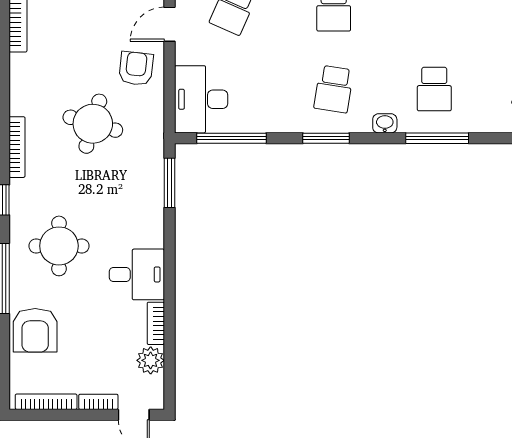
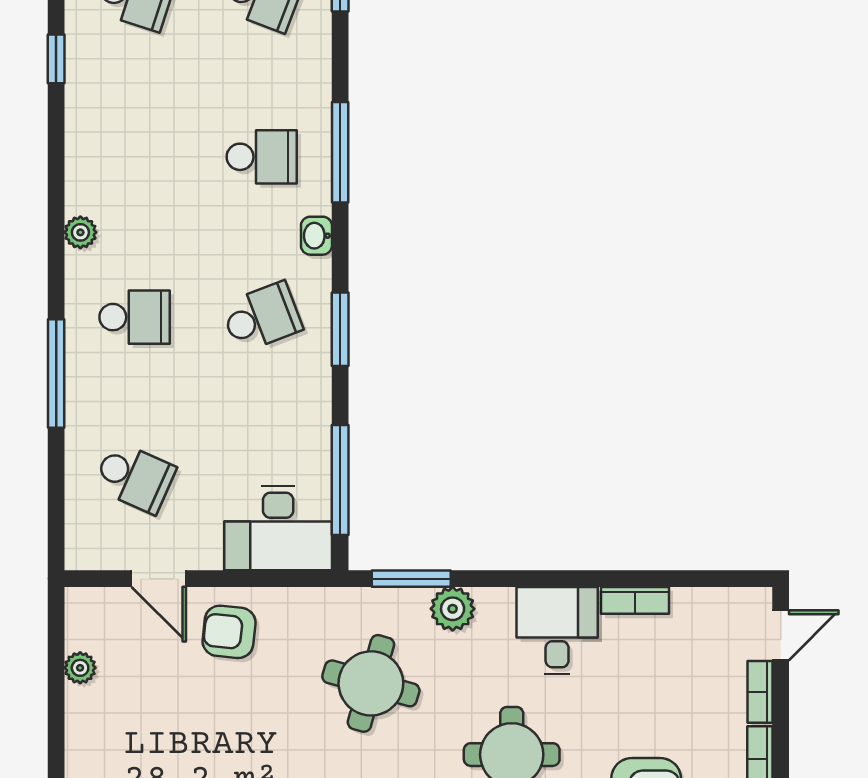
school desk: (334, 89) -> (262, 317), turned -30
round table: (93, 124) -> (371, 683), moved
plant: (151, 360) -> (453, 609), moved

